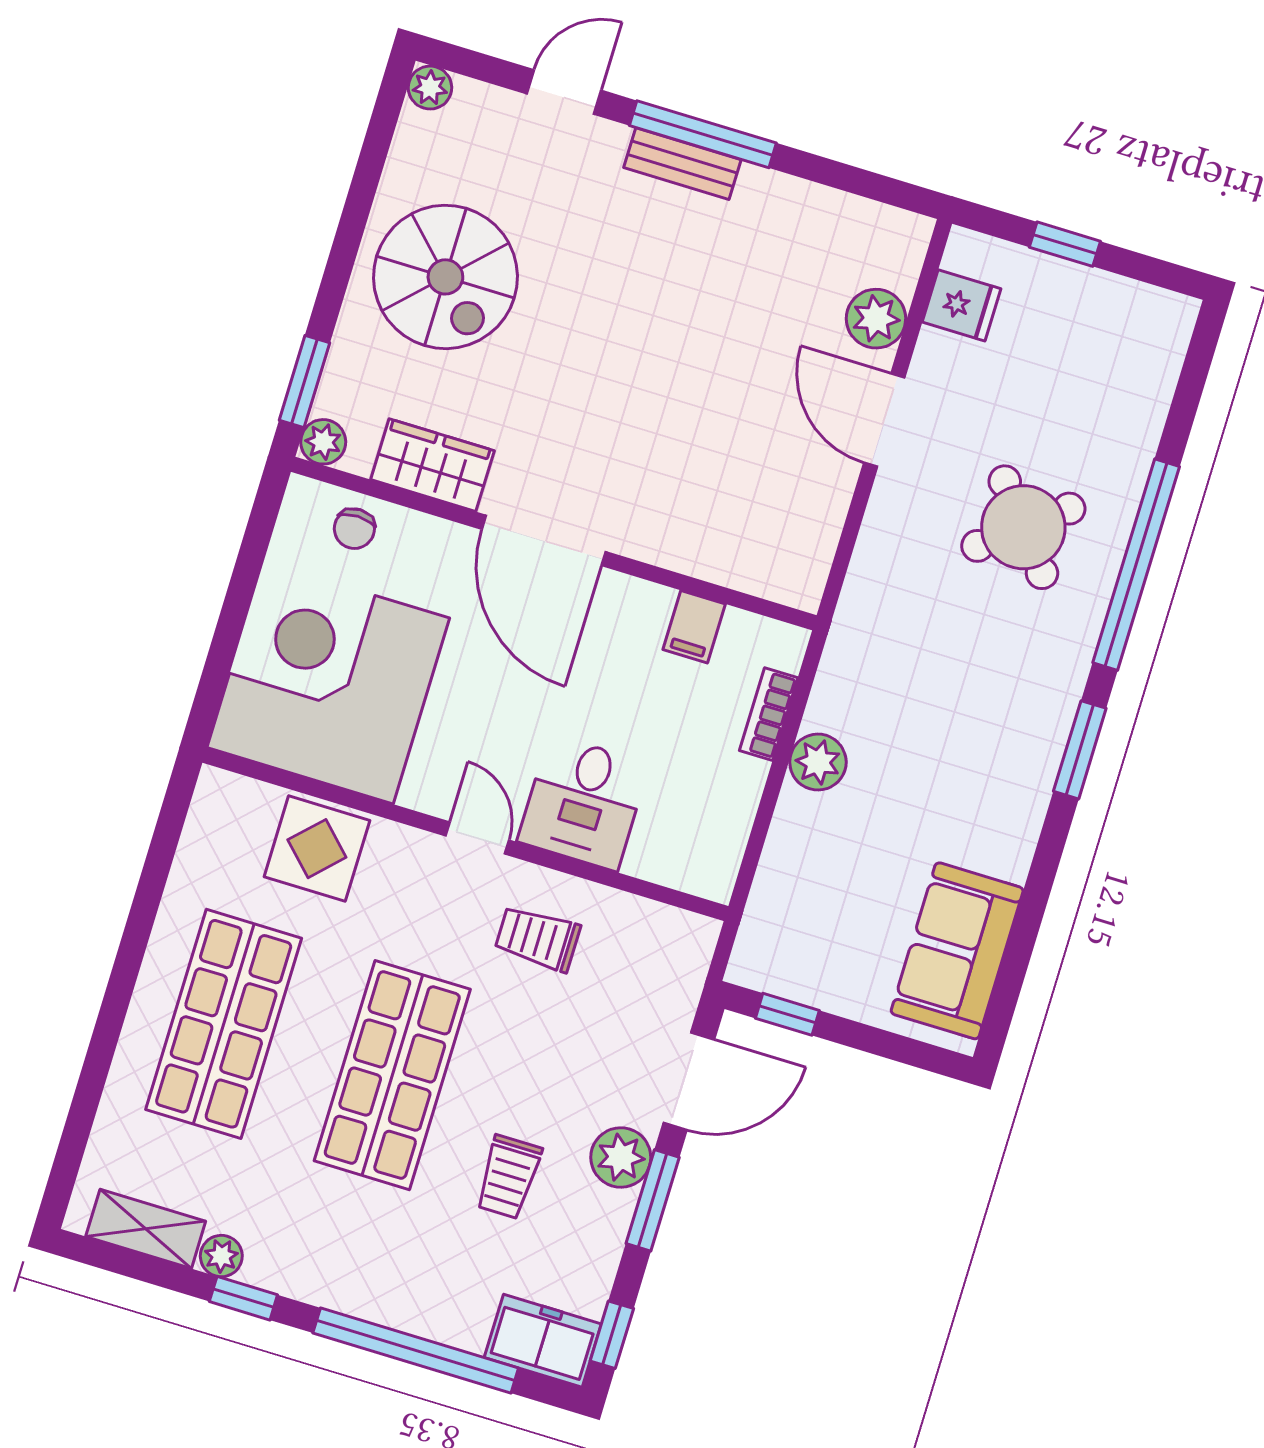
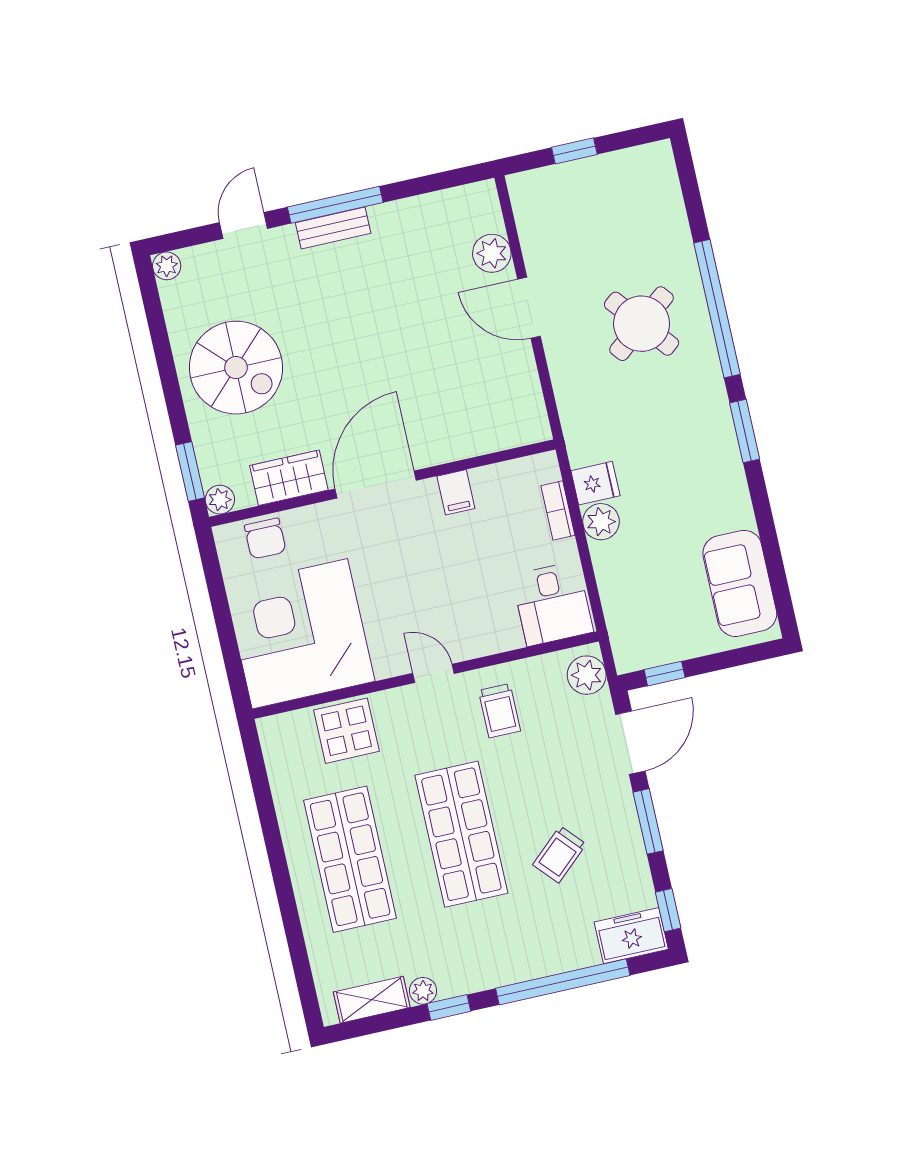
fridge: (962, 305) -> (595, 483), moved
chair: (354, 529) -> (265, 539), width x1.37, depth x1.37
door: (544, 540) -> (376, 485), swing flipped
filing cabinet: (694, 627) -> (456, 492), moved
desk: (583, 803) -> (552, 604), moved
trolley: (538, 938) -> (499, 711), turned -90
plant: (621, 1157) -> (587, 675), moved
trolley: (509, 1177) -> (559, 854), turned 48

